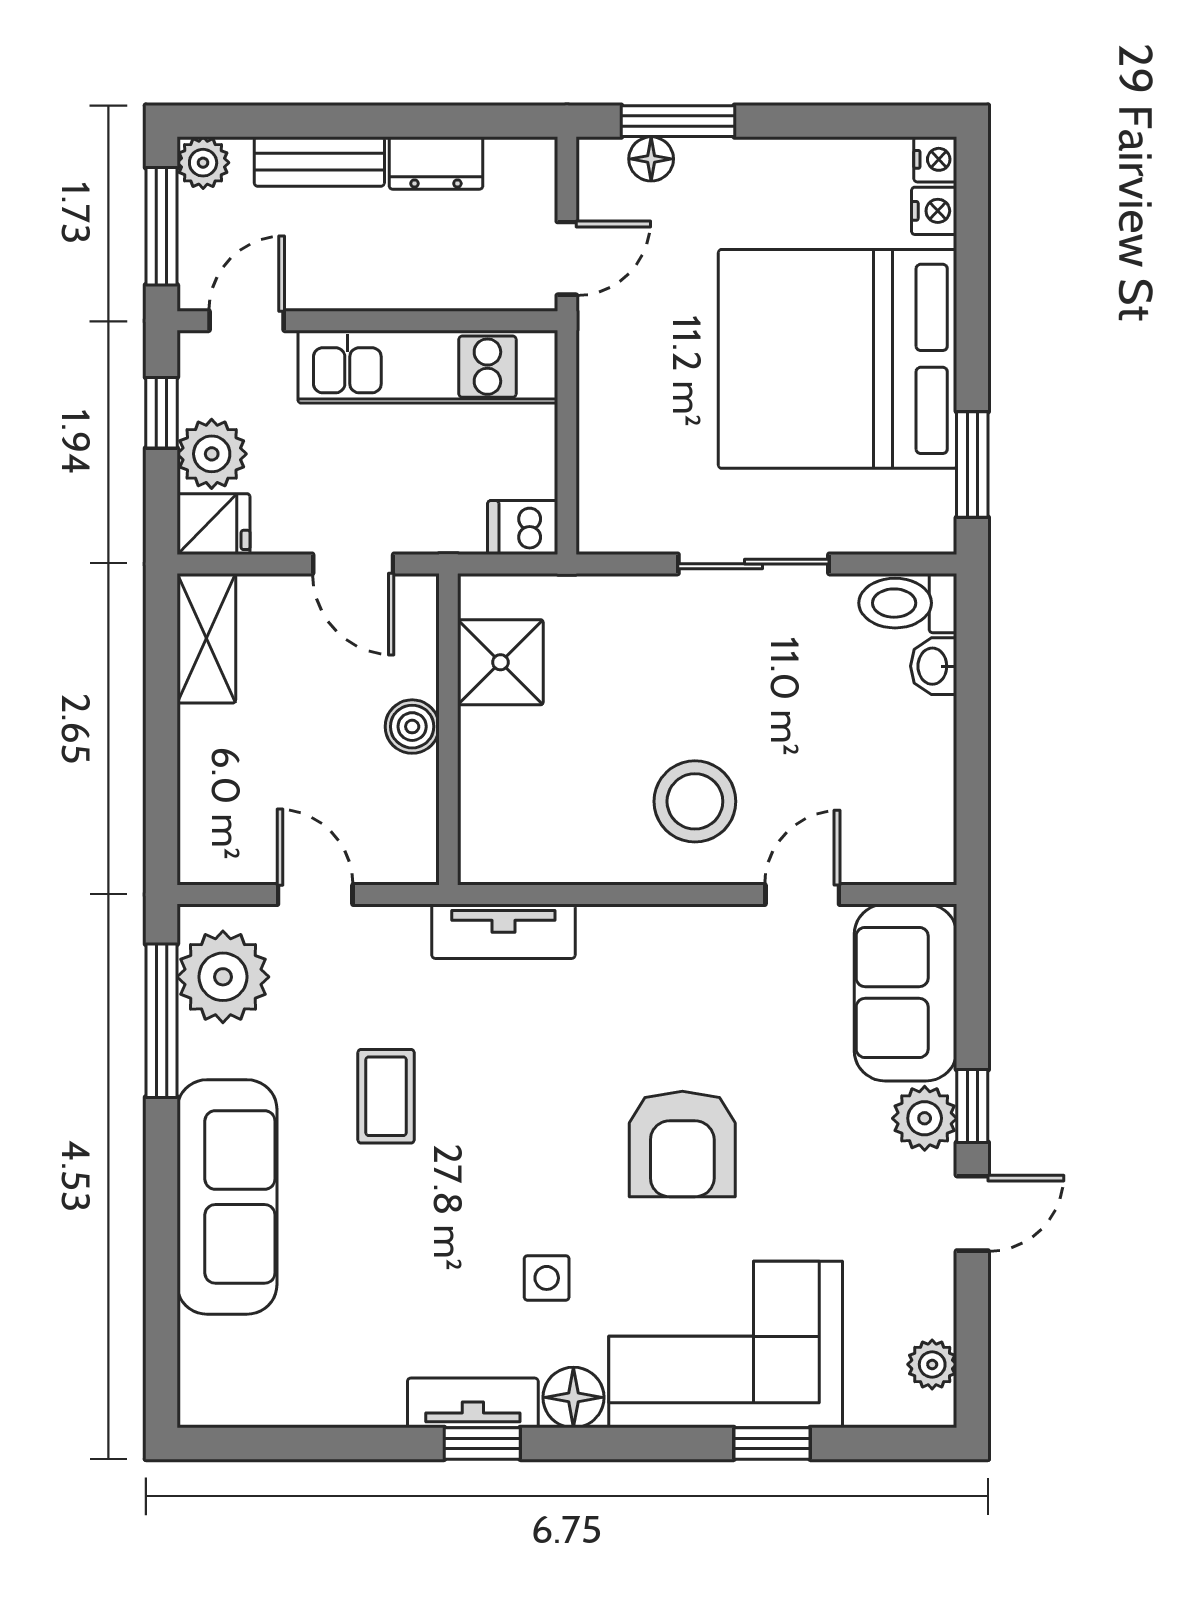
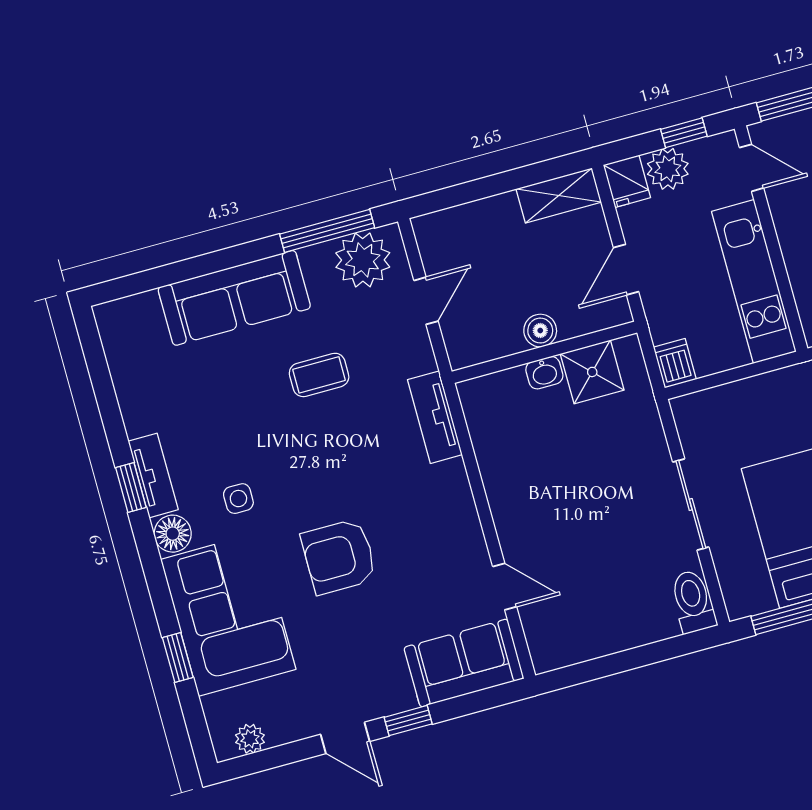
washbasin: (934, 666) -> (544, 373), moved, turned 180
stool: (695, 801) -> (542, 509), removed
plant: (925, 1118) -> (393, 694), removed

